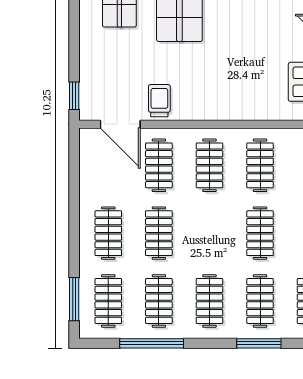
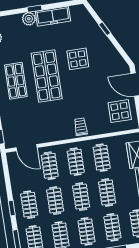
trolley: (159, 101) -> (81, 127), moved
clothes rail: (209, 233) -> (81, 197), added
window: (74, 235) -> (12, 208), added

